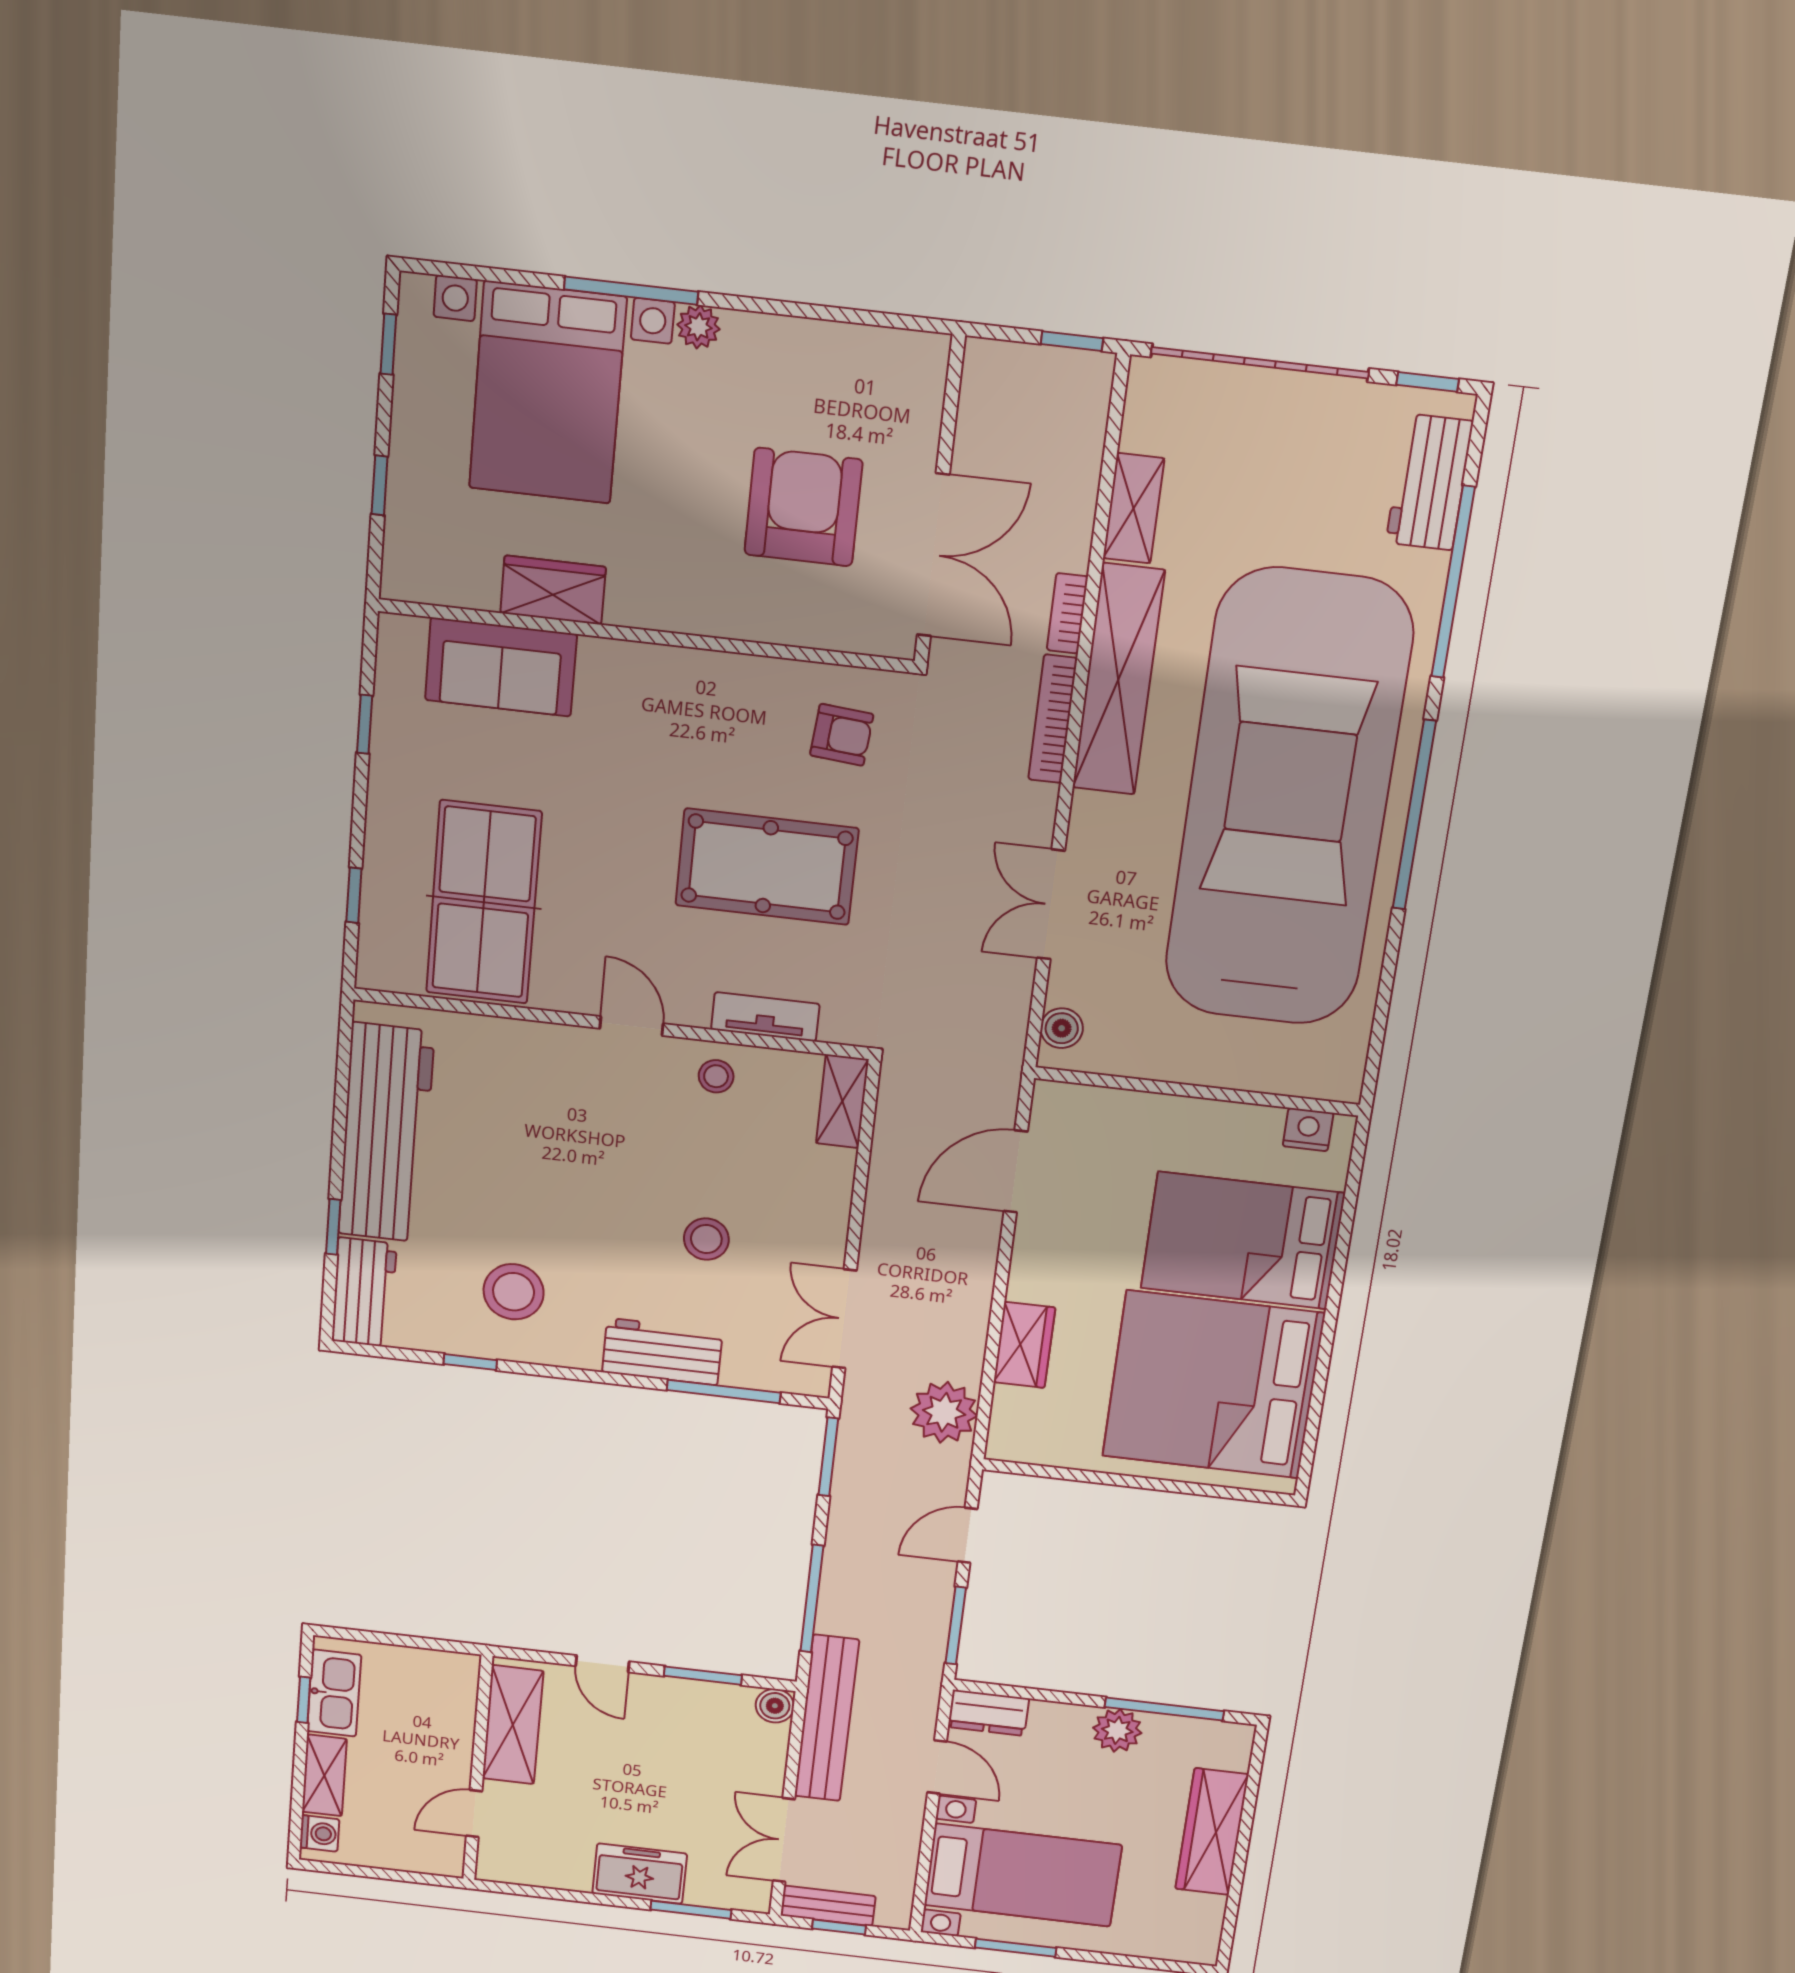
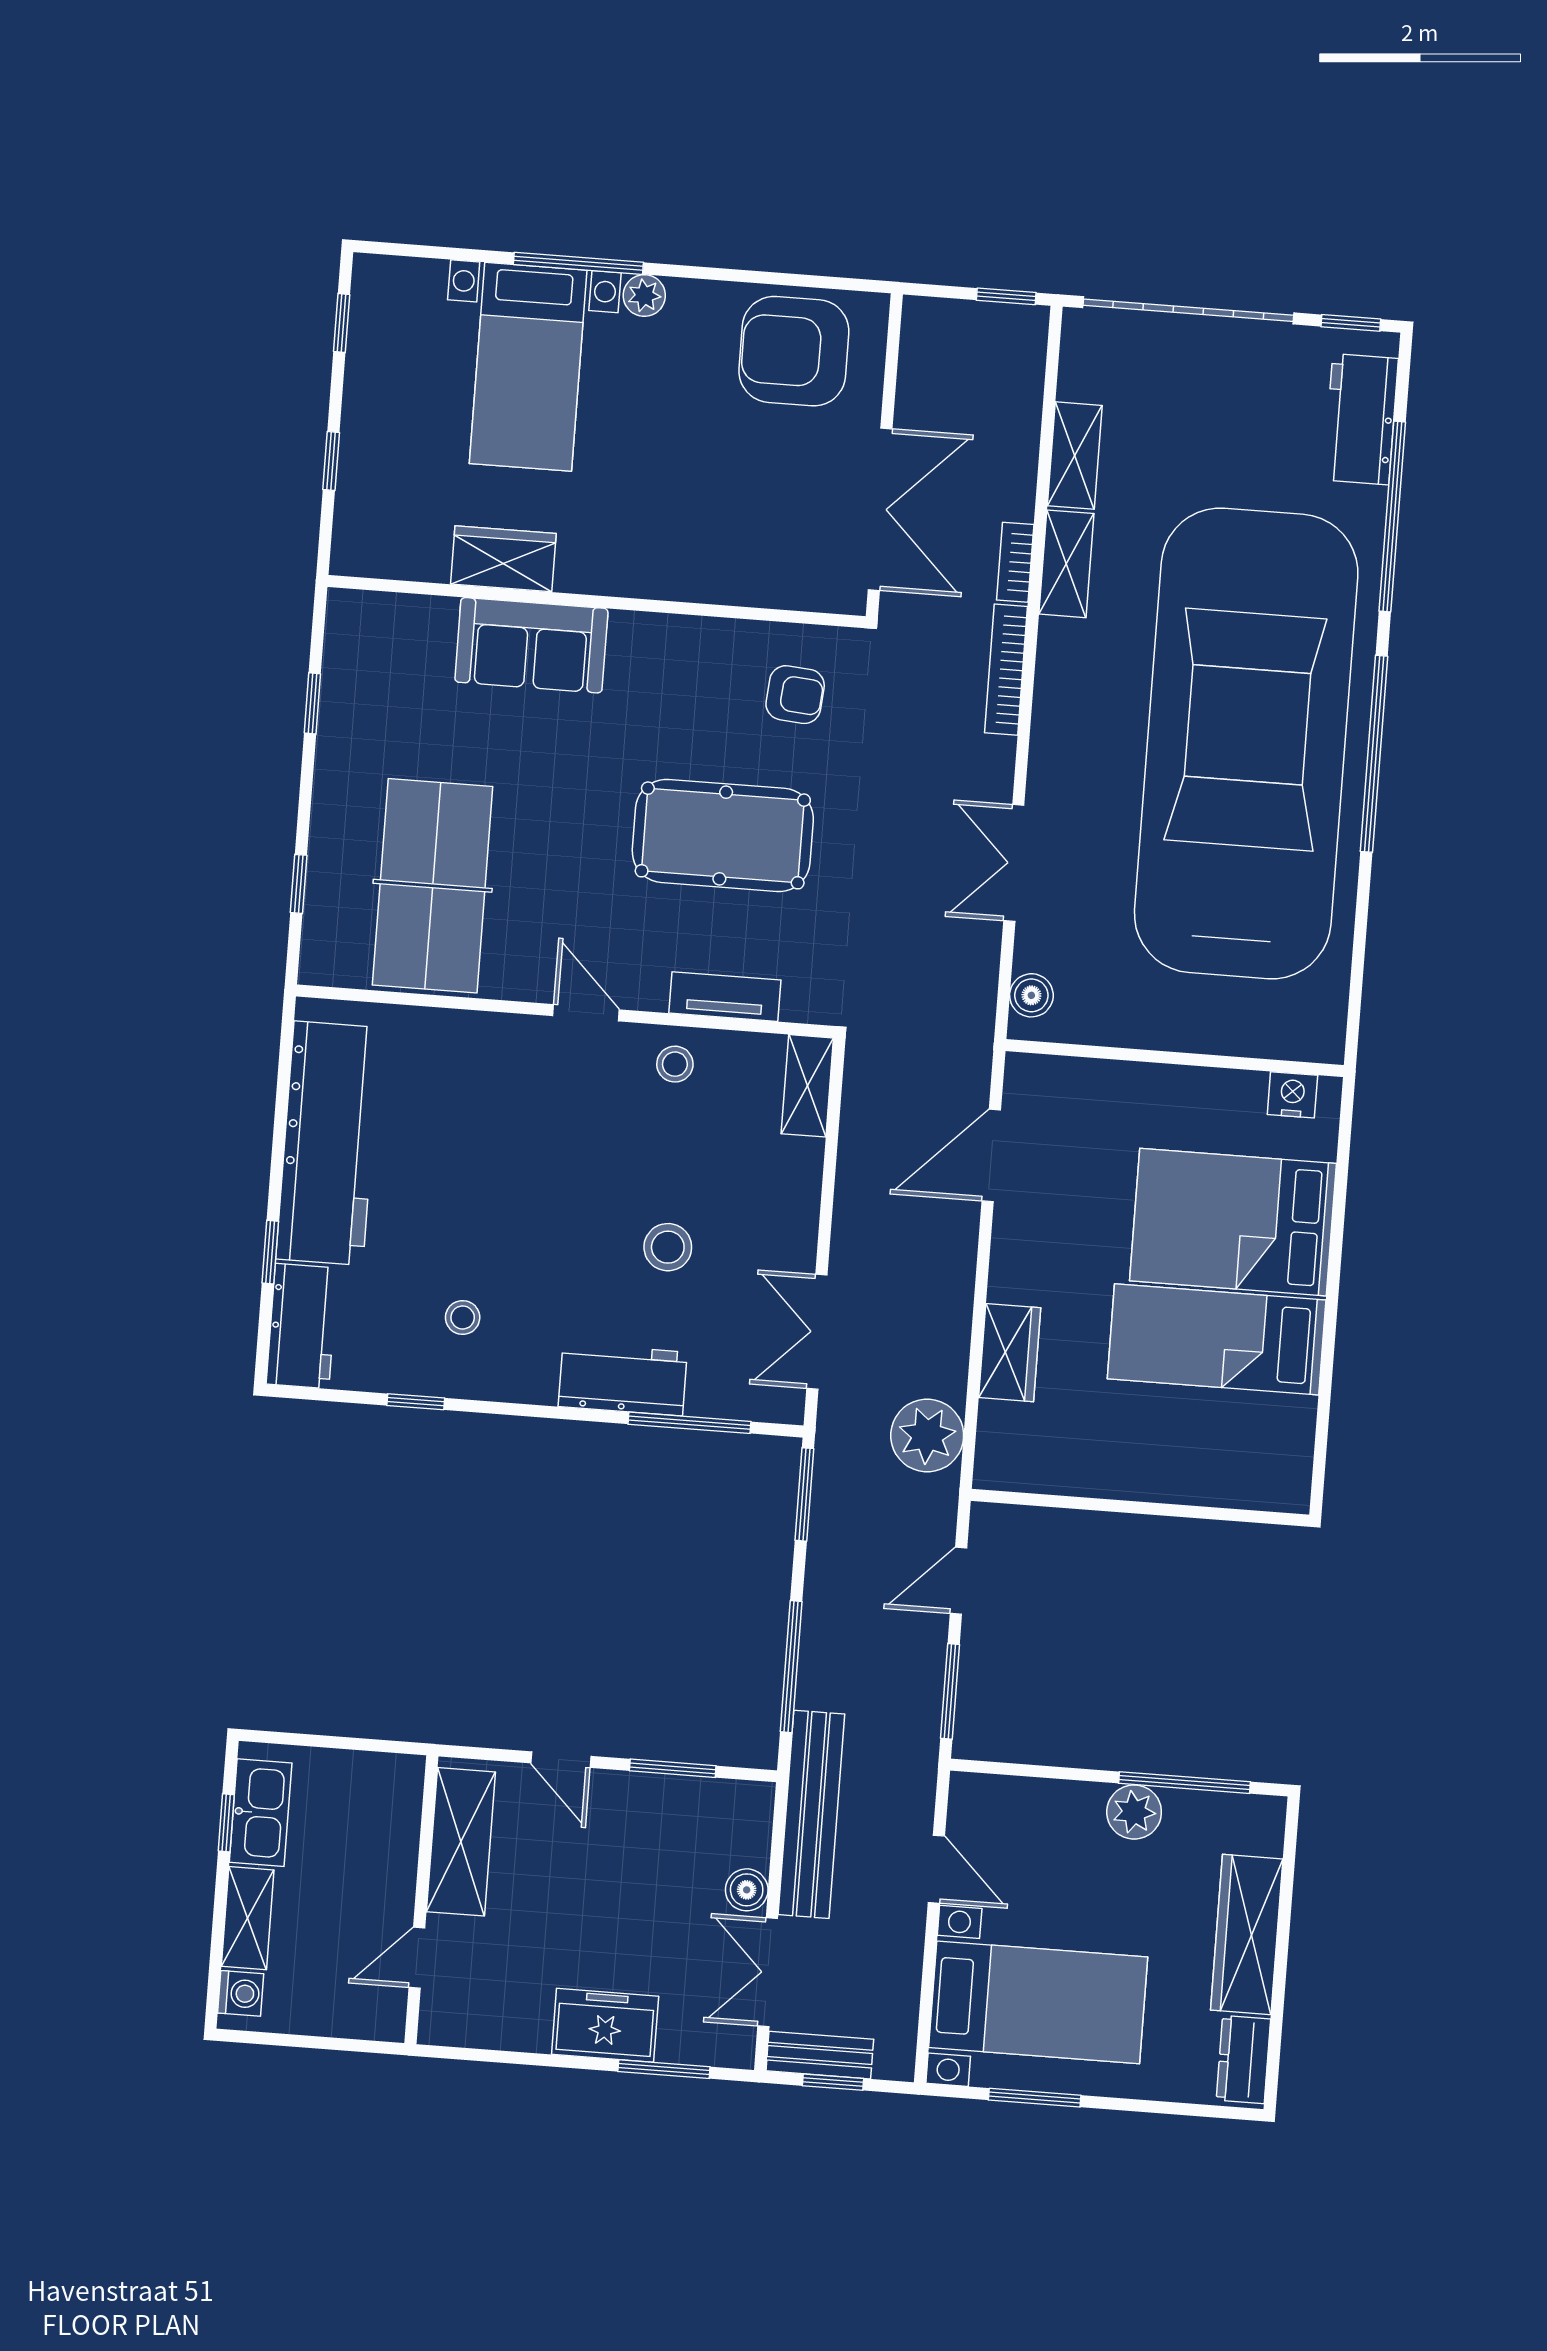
bed with nightstands: (547, 393) -> (528, 367), width x0.73
armchair: (803, 507) -> (794, 351), moved, turned -90
sofa: (501, 667) -> (531, 645), moved
shelving: (1118, 680) -> (1066, 564), width x0.45, depth x0.75
stool: (514, 1292) -> (463, 1318), width x0.53, depth x0.53
bed: (1213, 1385) -> (1217, 1339), width x0.49
boiler: (775, 1706) -> (747, 1890), moved
dresser: (988, 1713) -> (1243, 2060), moved, turned 90

